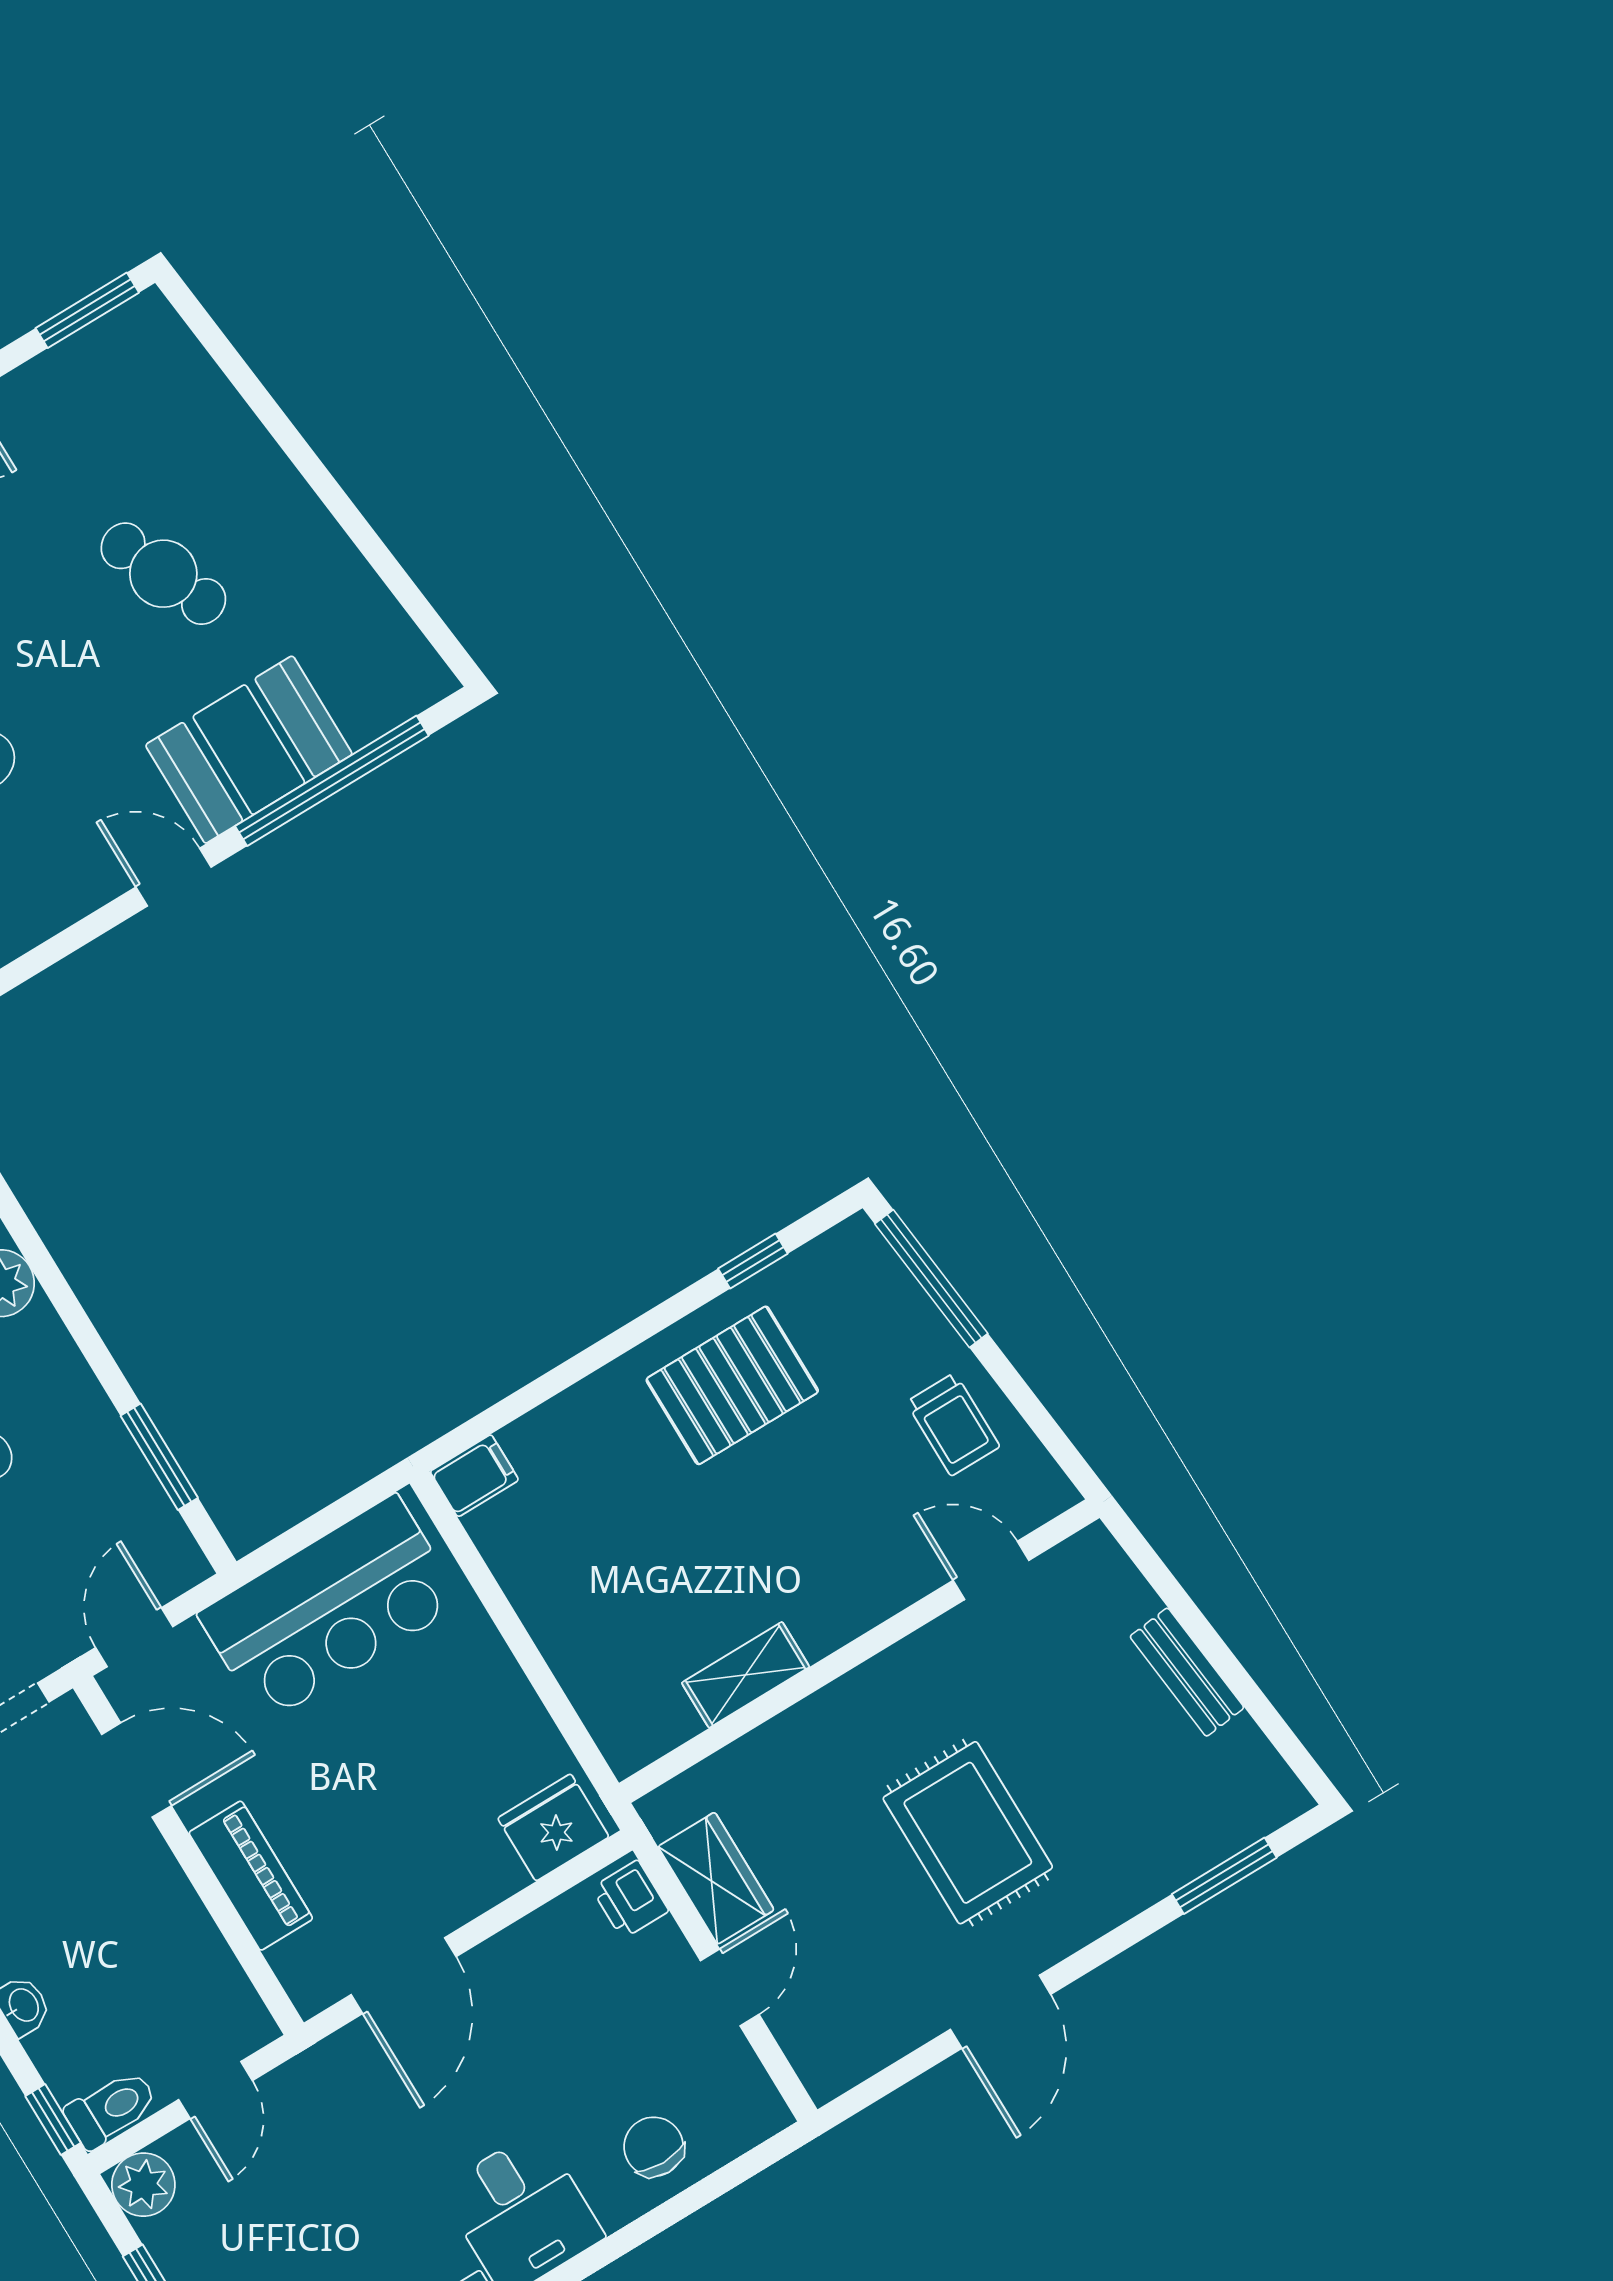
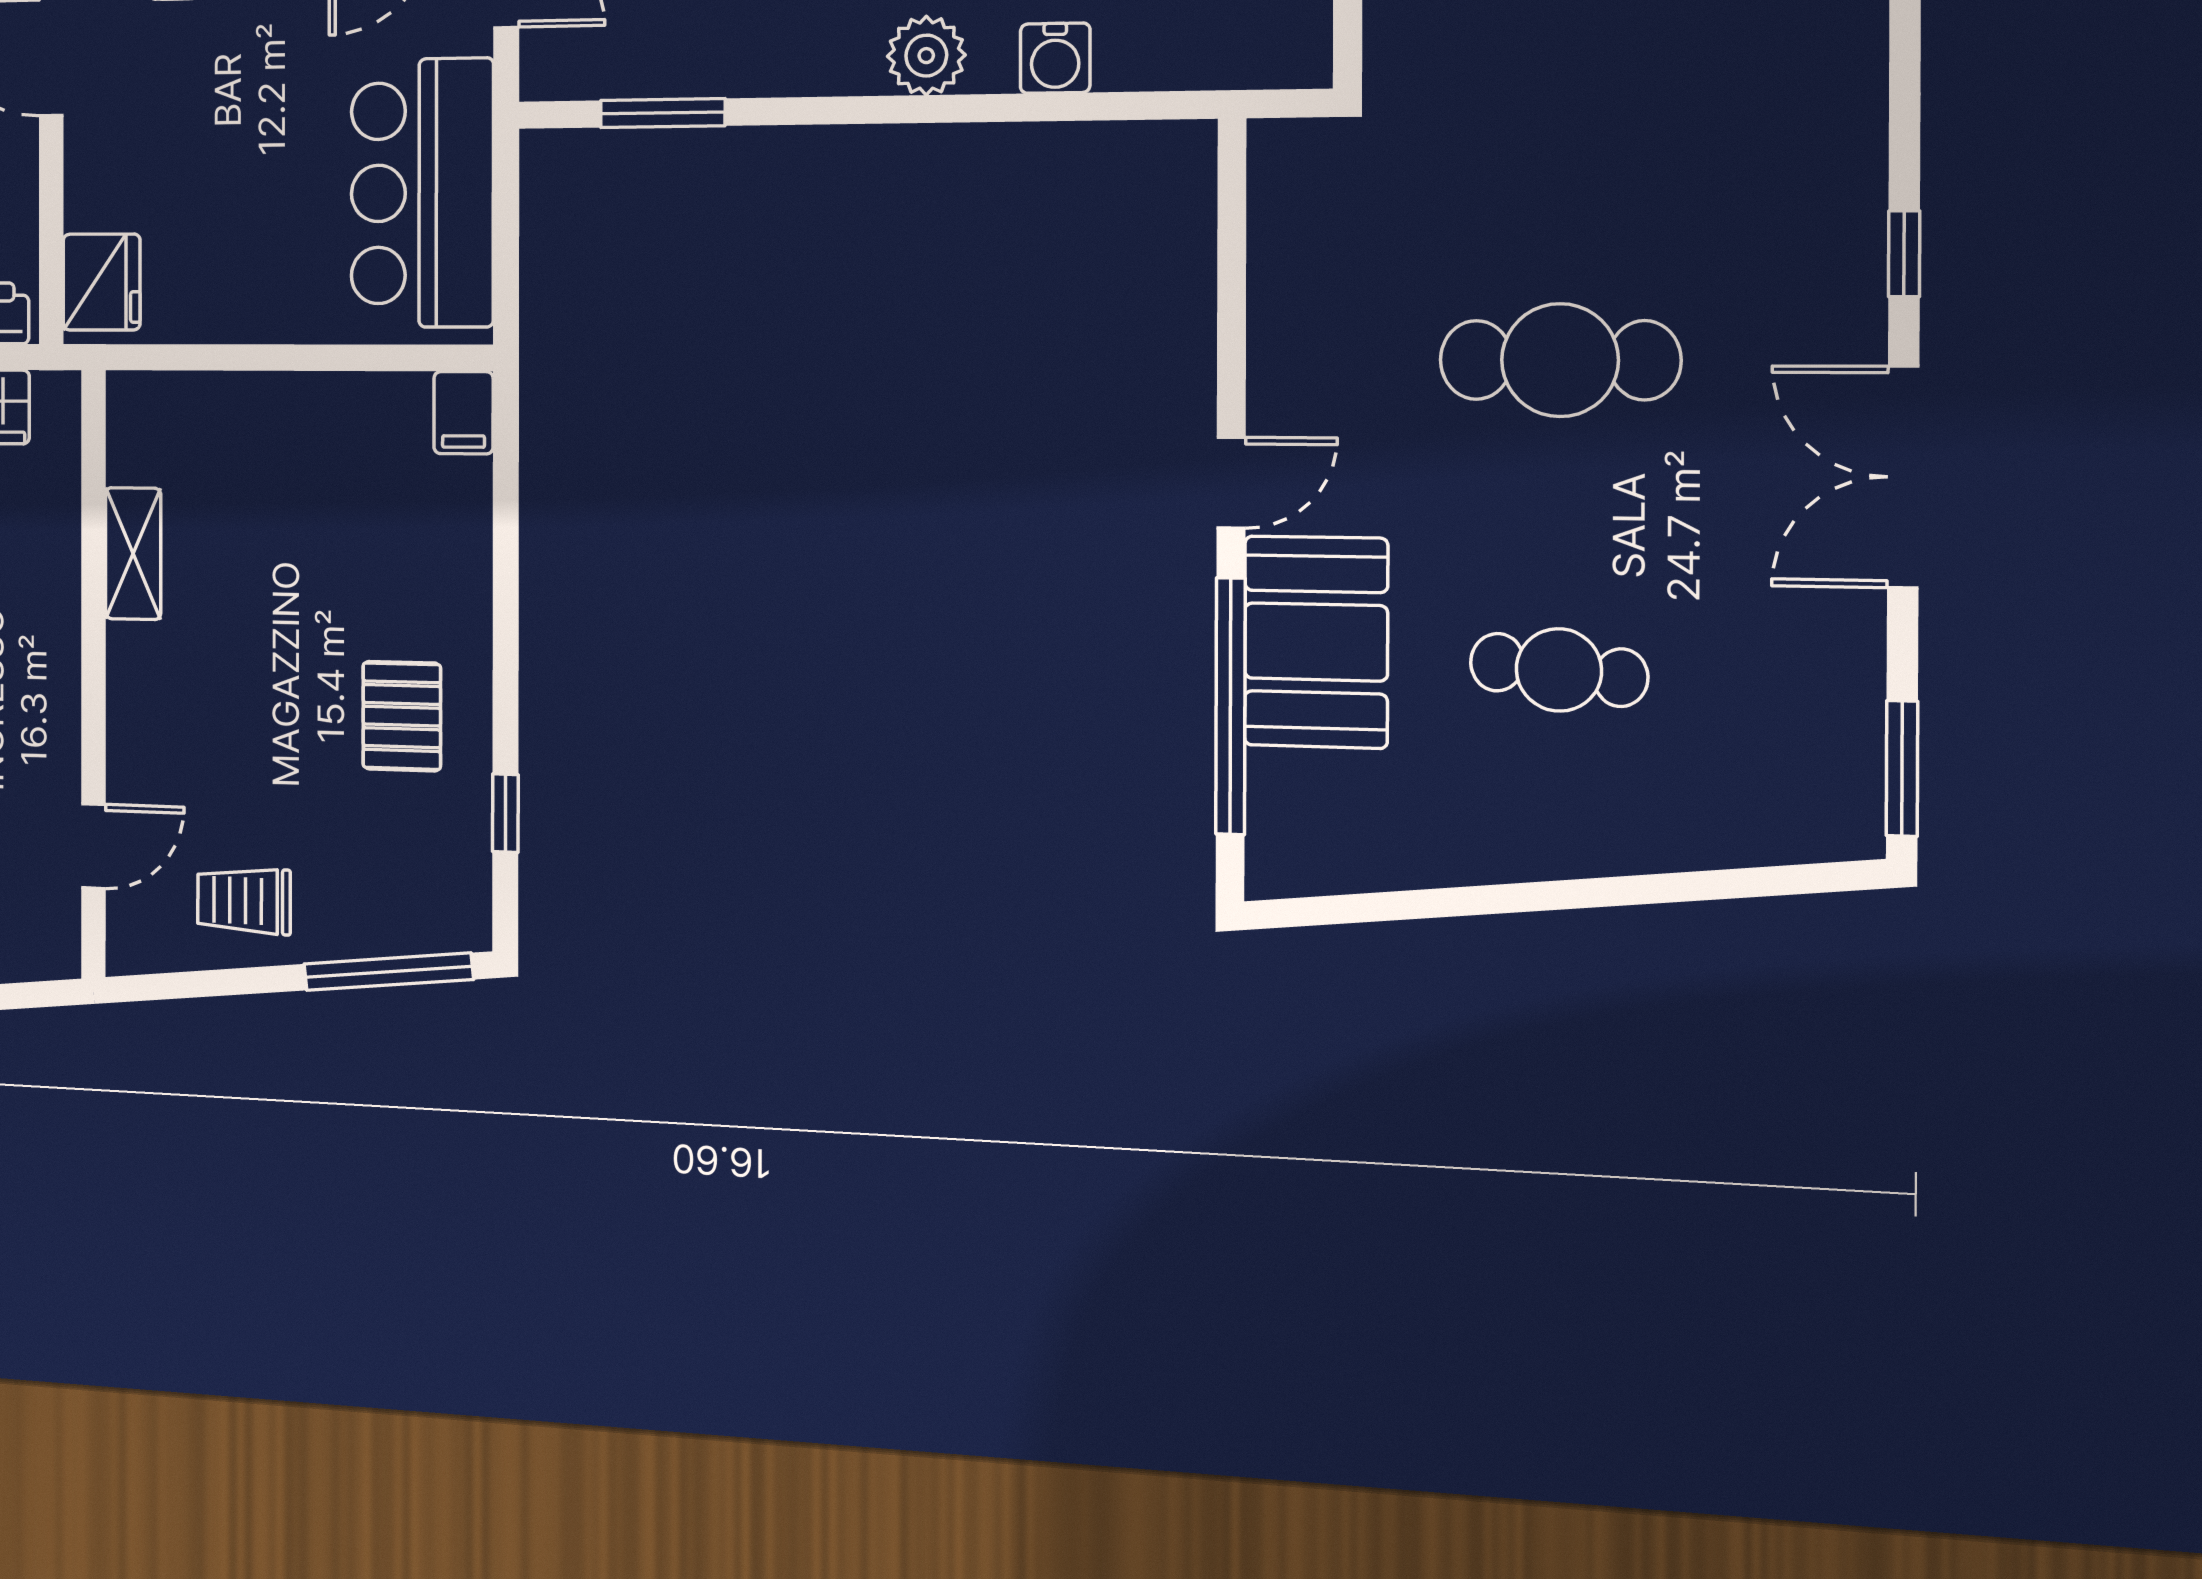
cafe table: (163, 574) -> (1559, 670), turned 30
pallet: (732, 1385) -> (402, 716), width x0.67, depth x0.71

